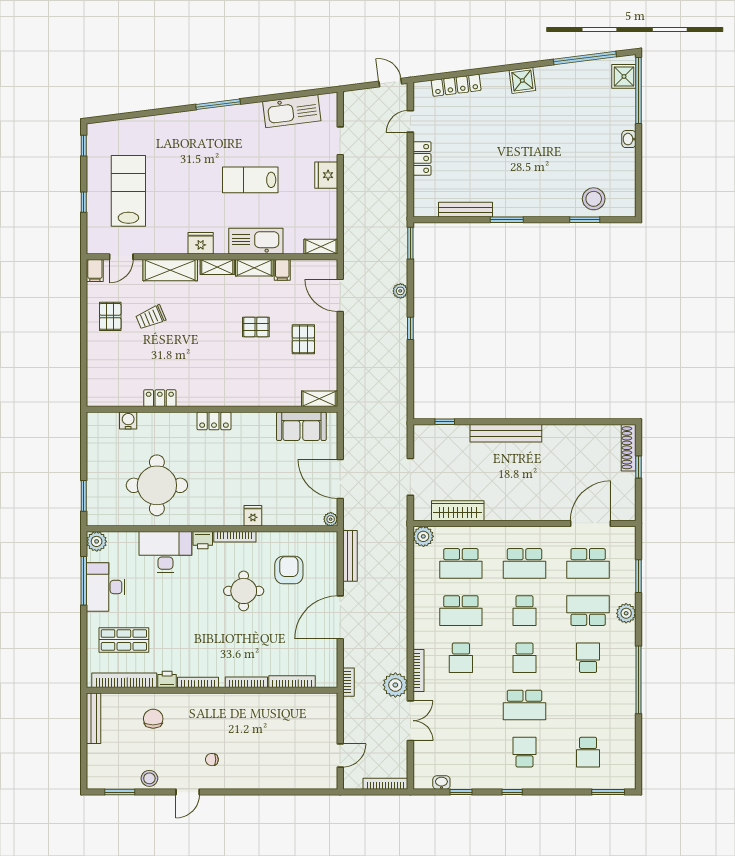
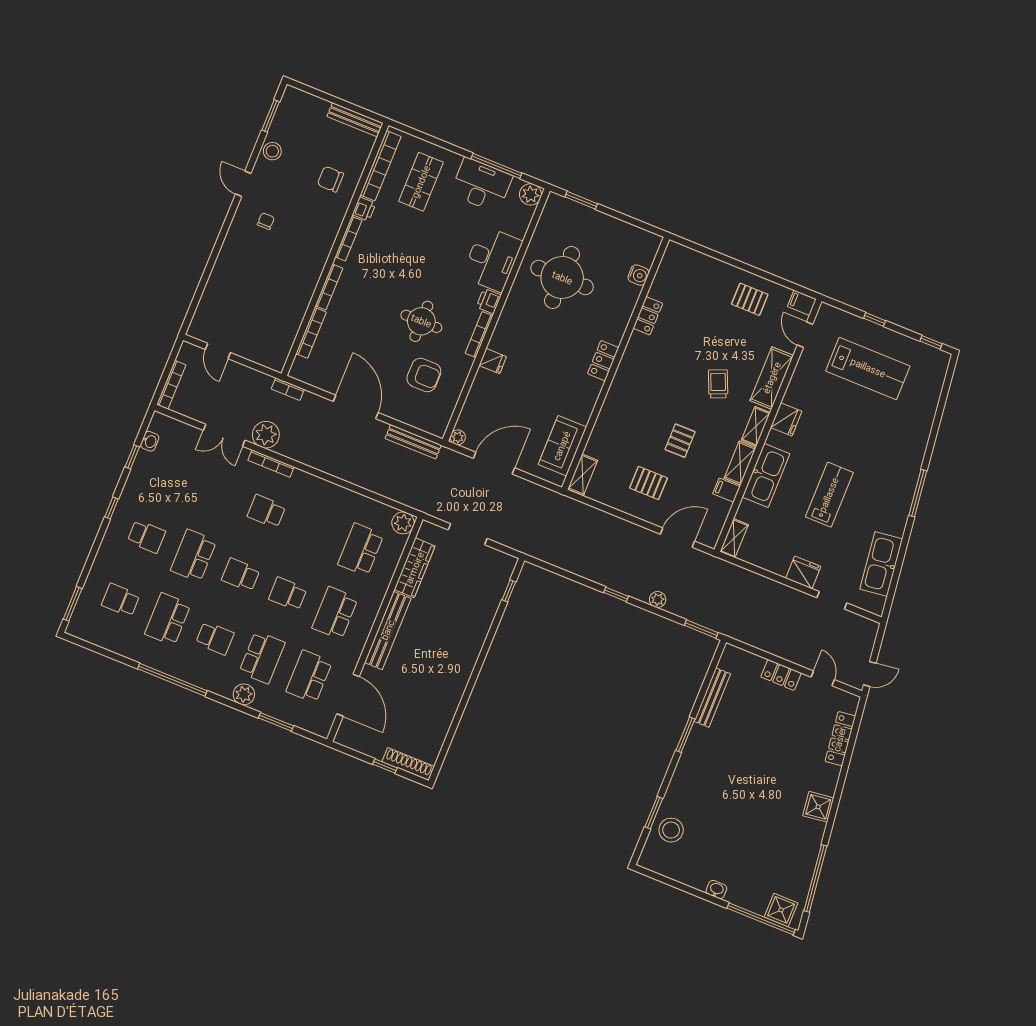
trolley: (151, 317) -> (718, 384), moved
bench: (506, 433) -> (388, 630), moved
school desk: (461, 611) -> (168, 619), moved
chair: (153, 719) -> (330, 179), turned 180

